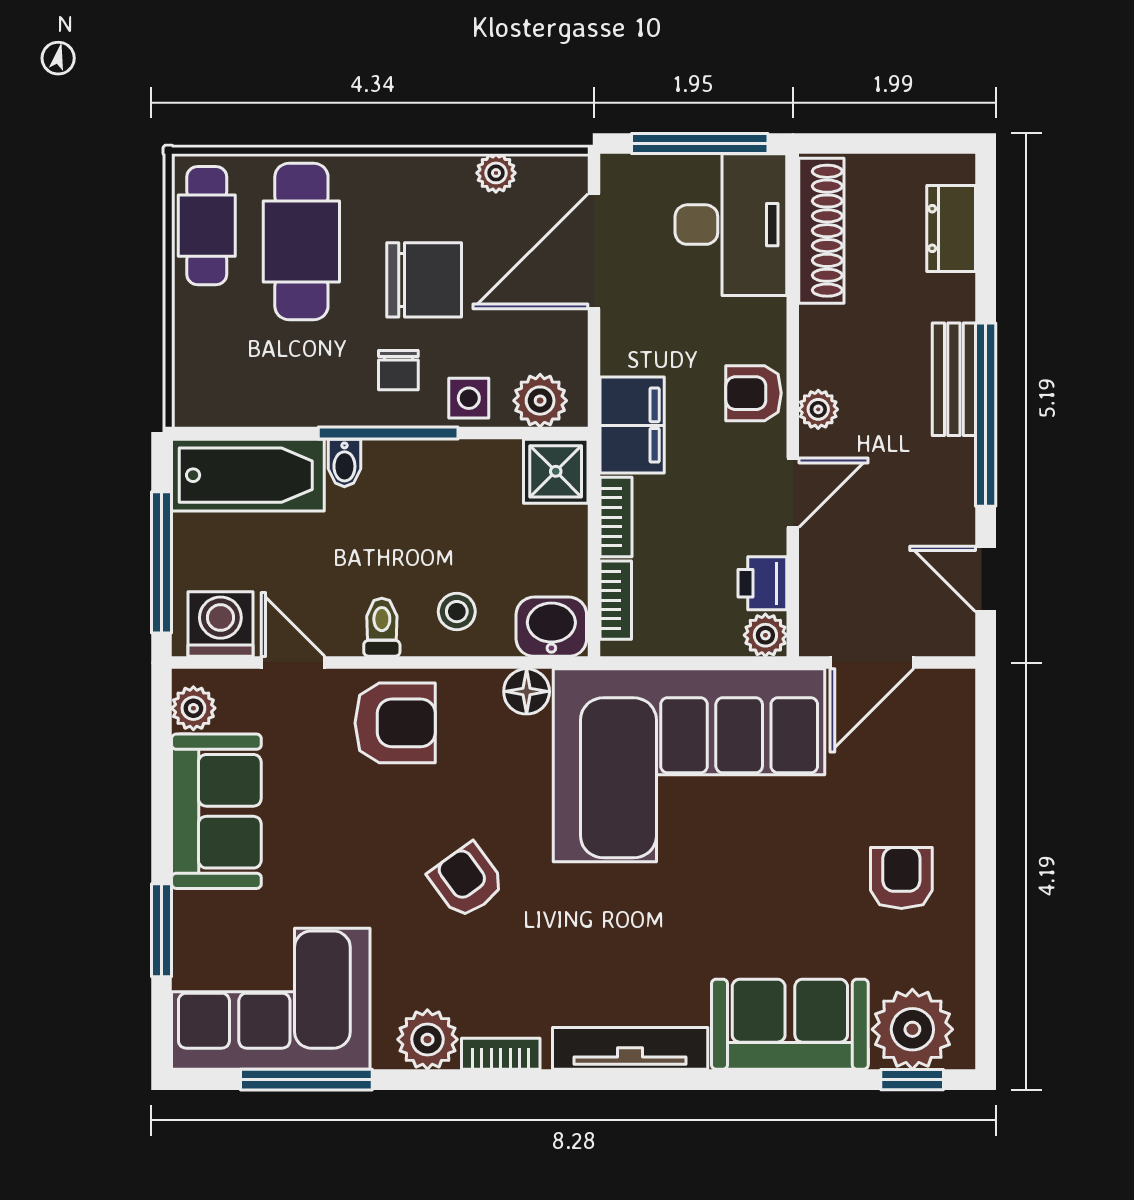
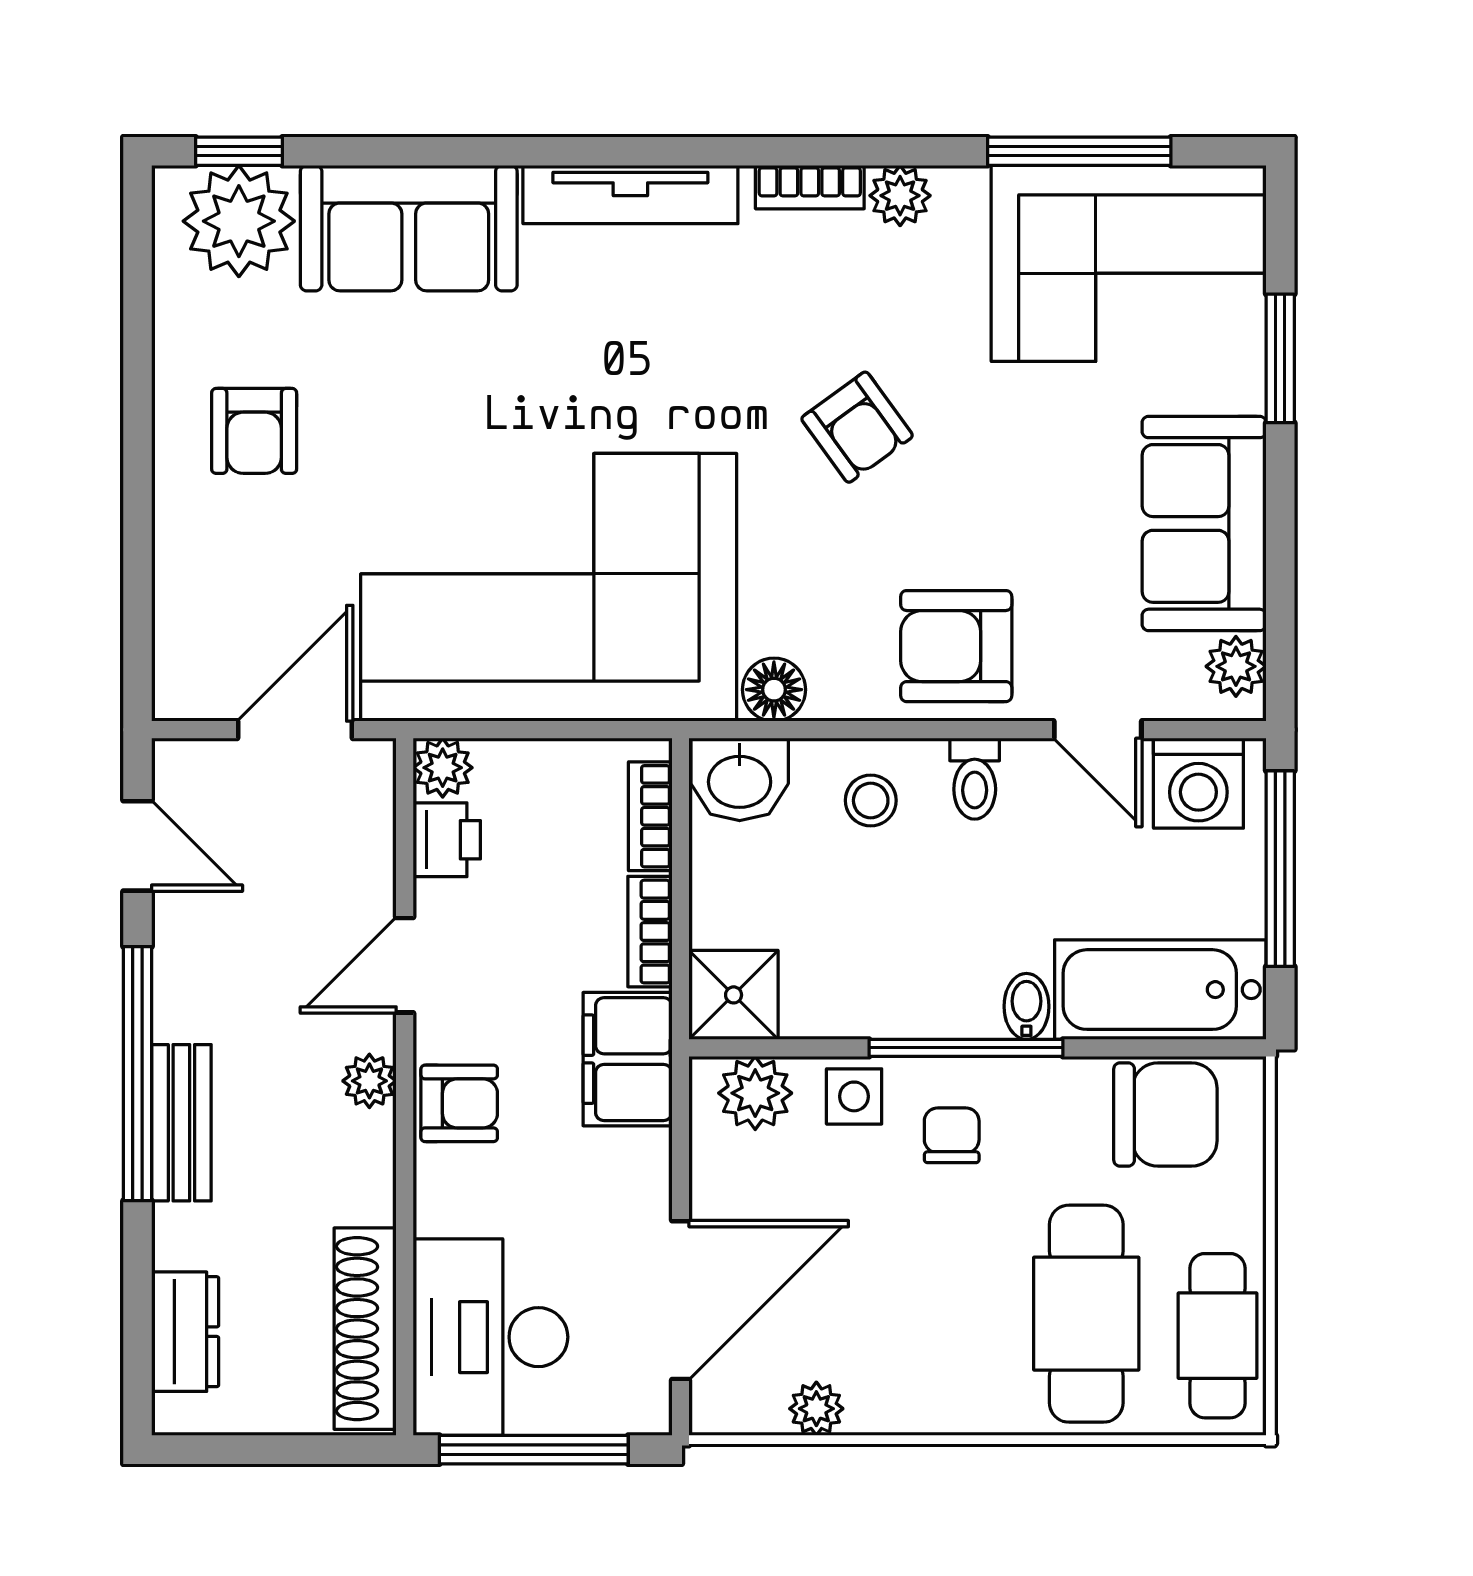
chair: (424, 280) -> (1165, 1114), moved, turned 180
plant: (427, 1039) -> (900, 196), width x0.73, depth x0.73

